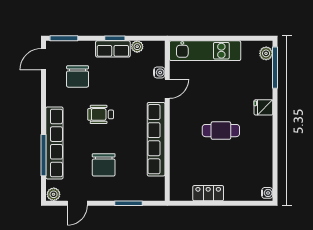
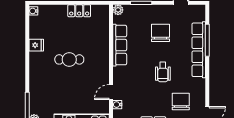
fridge: (263, 107) -> (36, 45), moved
wheelchair: (101, 114) -> (163, 72), turned 90
row of seats: (156, 139) -> (120, 45), width x0.73
plant: (54, 194) -> (118, 10), moved

